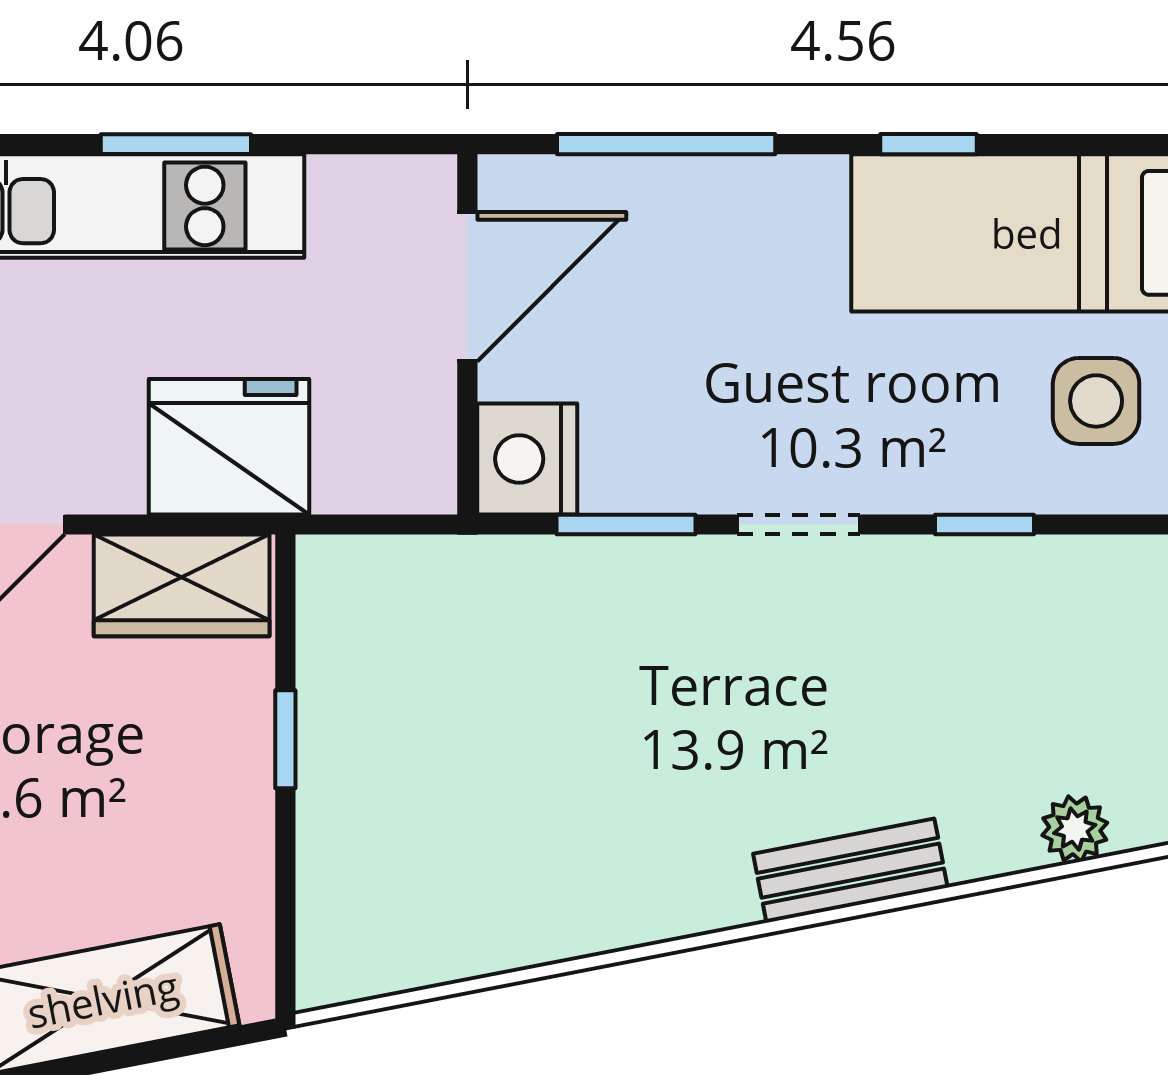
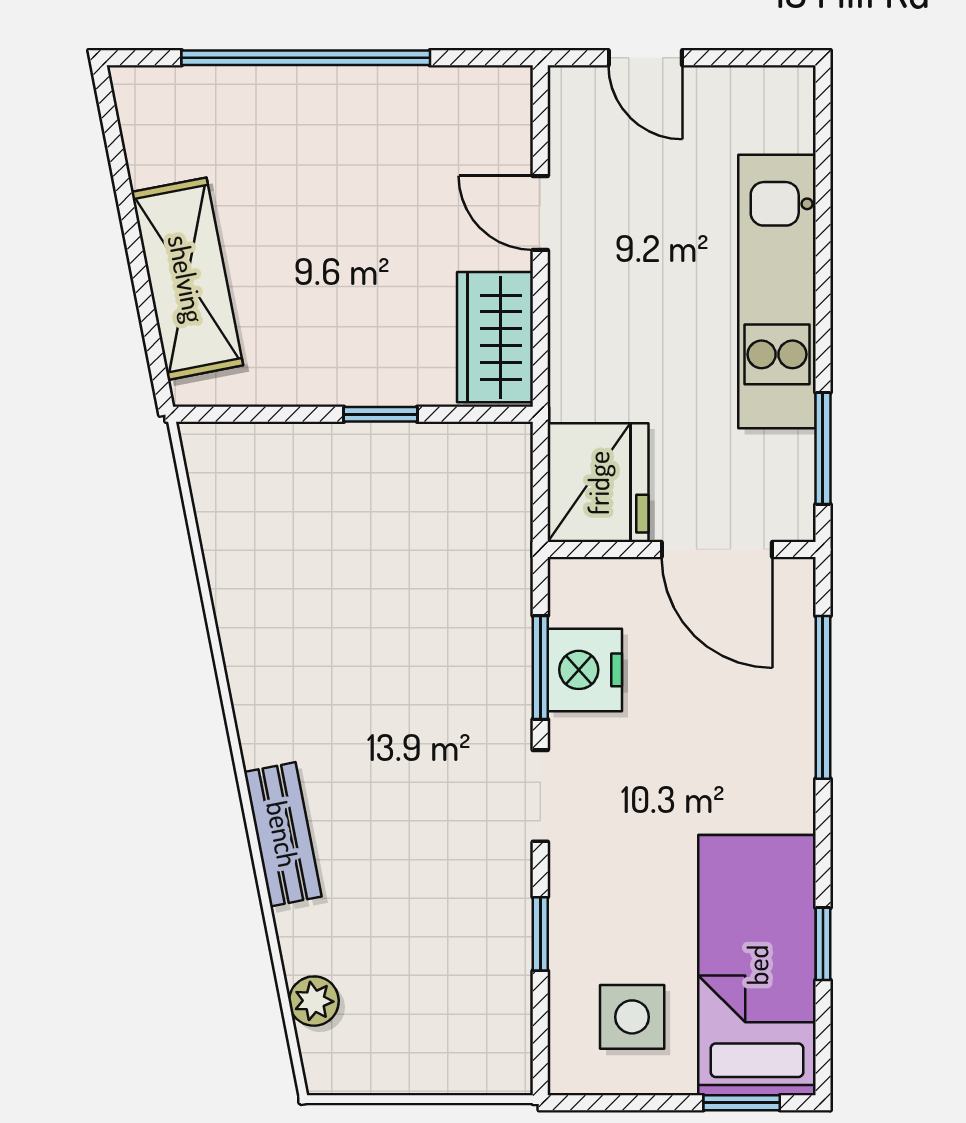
window: (176, 144) -> (823, 448), moved
window: (929, 144) -> (823, 944), moved
fridge: (229, 447) -> (598, 483), moved
nightstand: (527, 459) -> (585, 670), moved, turned -90

